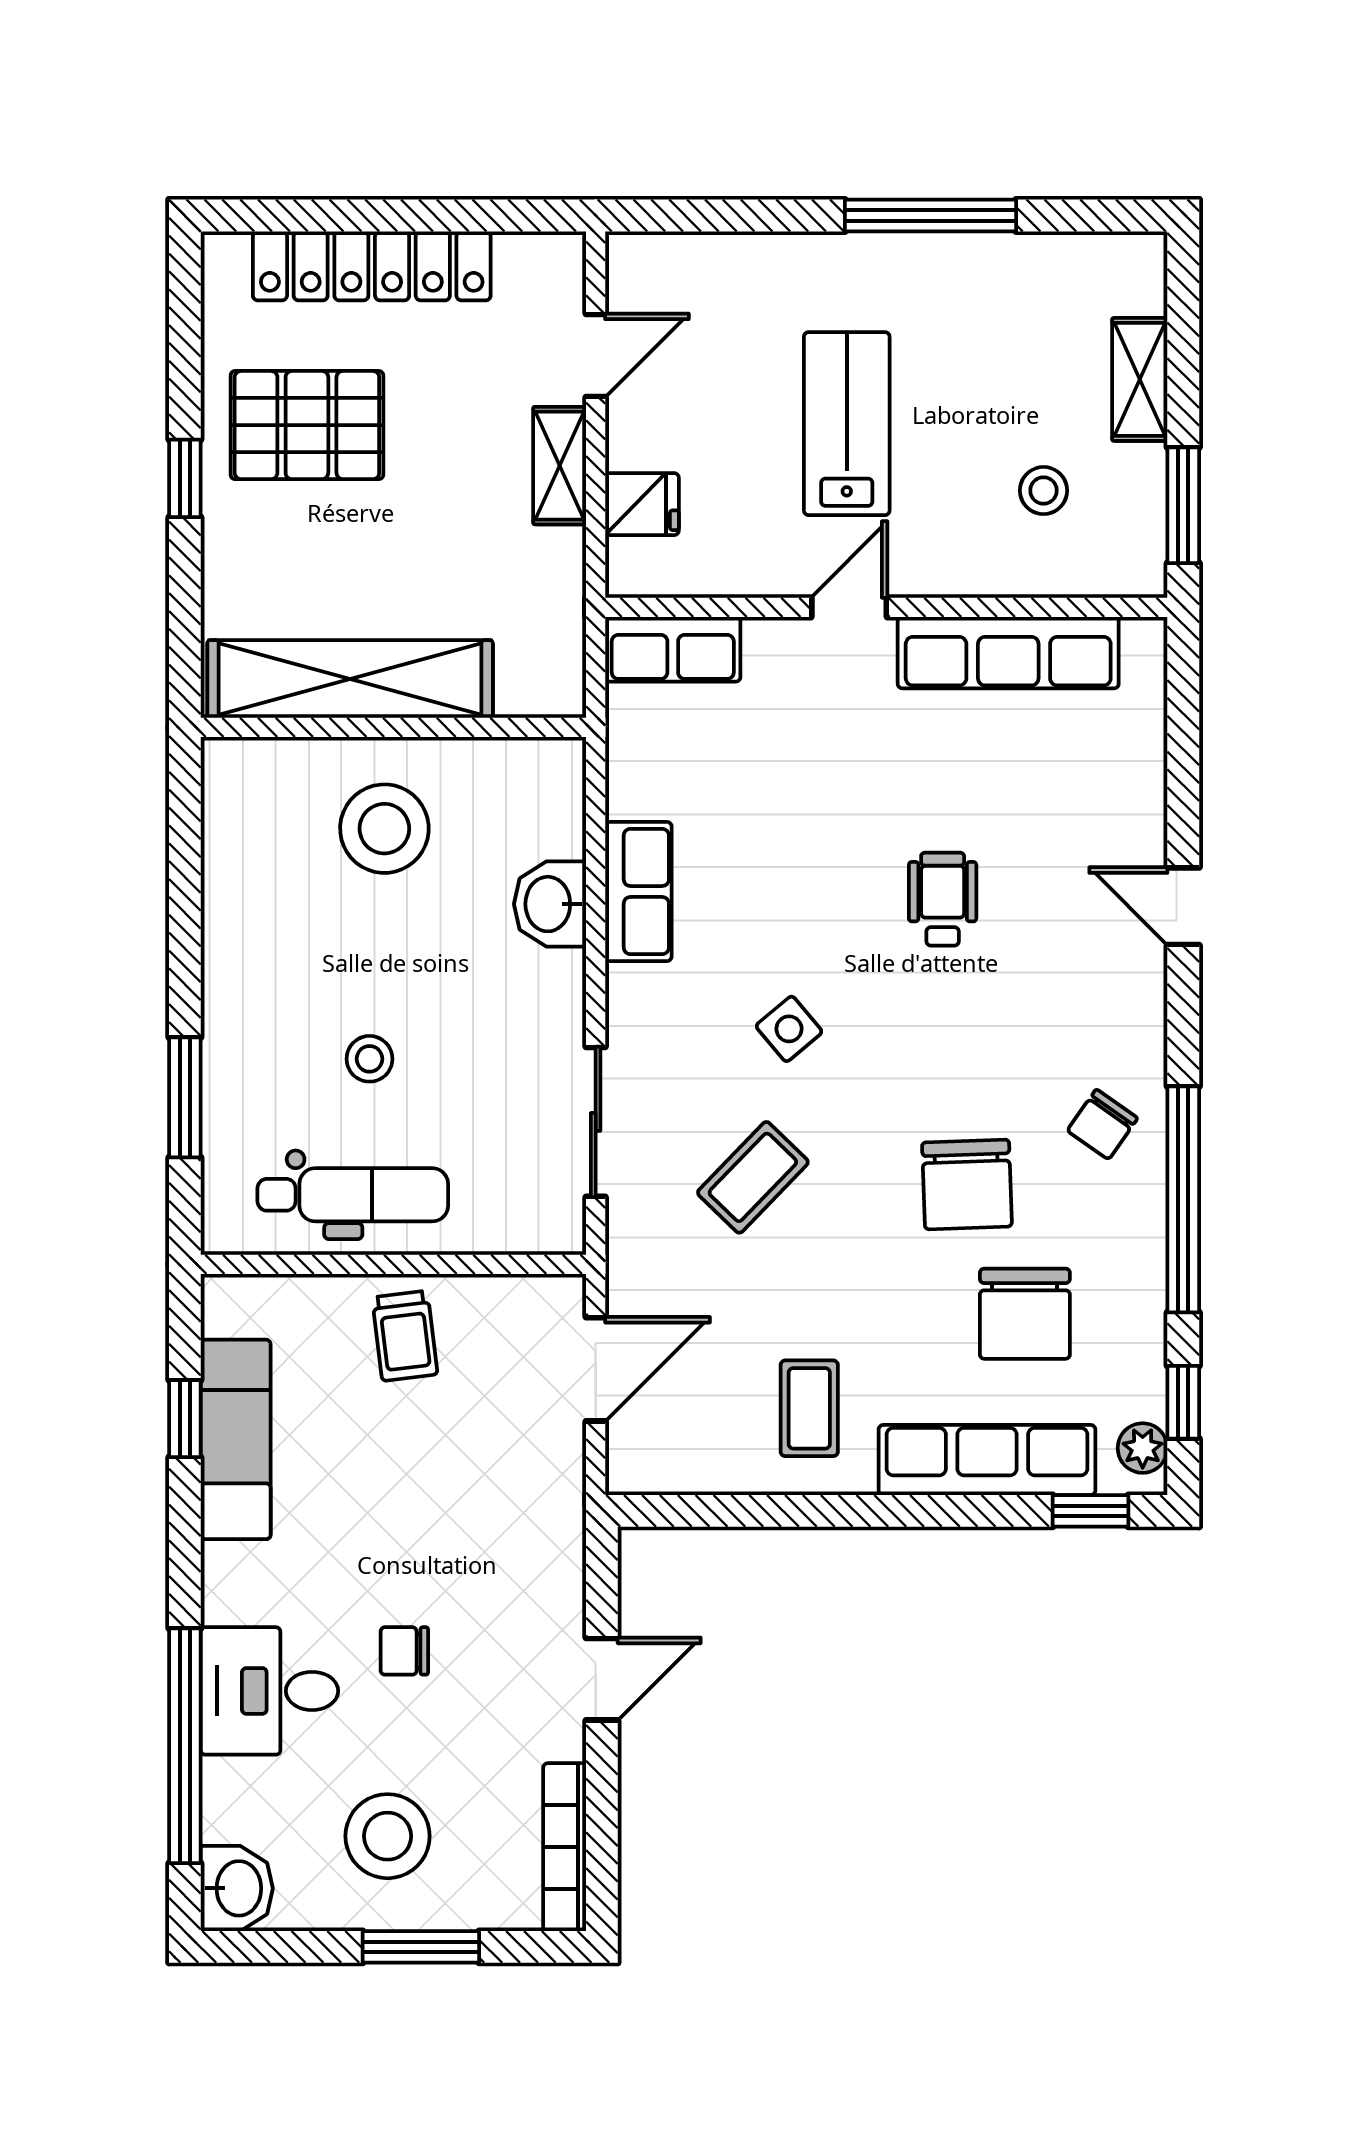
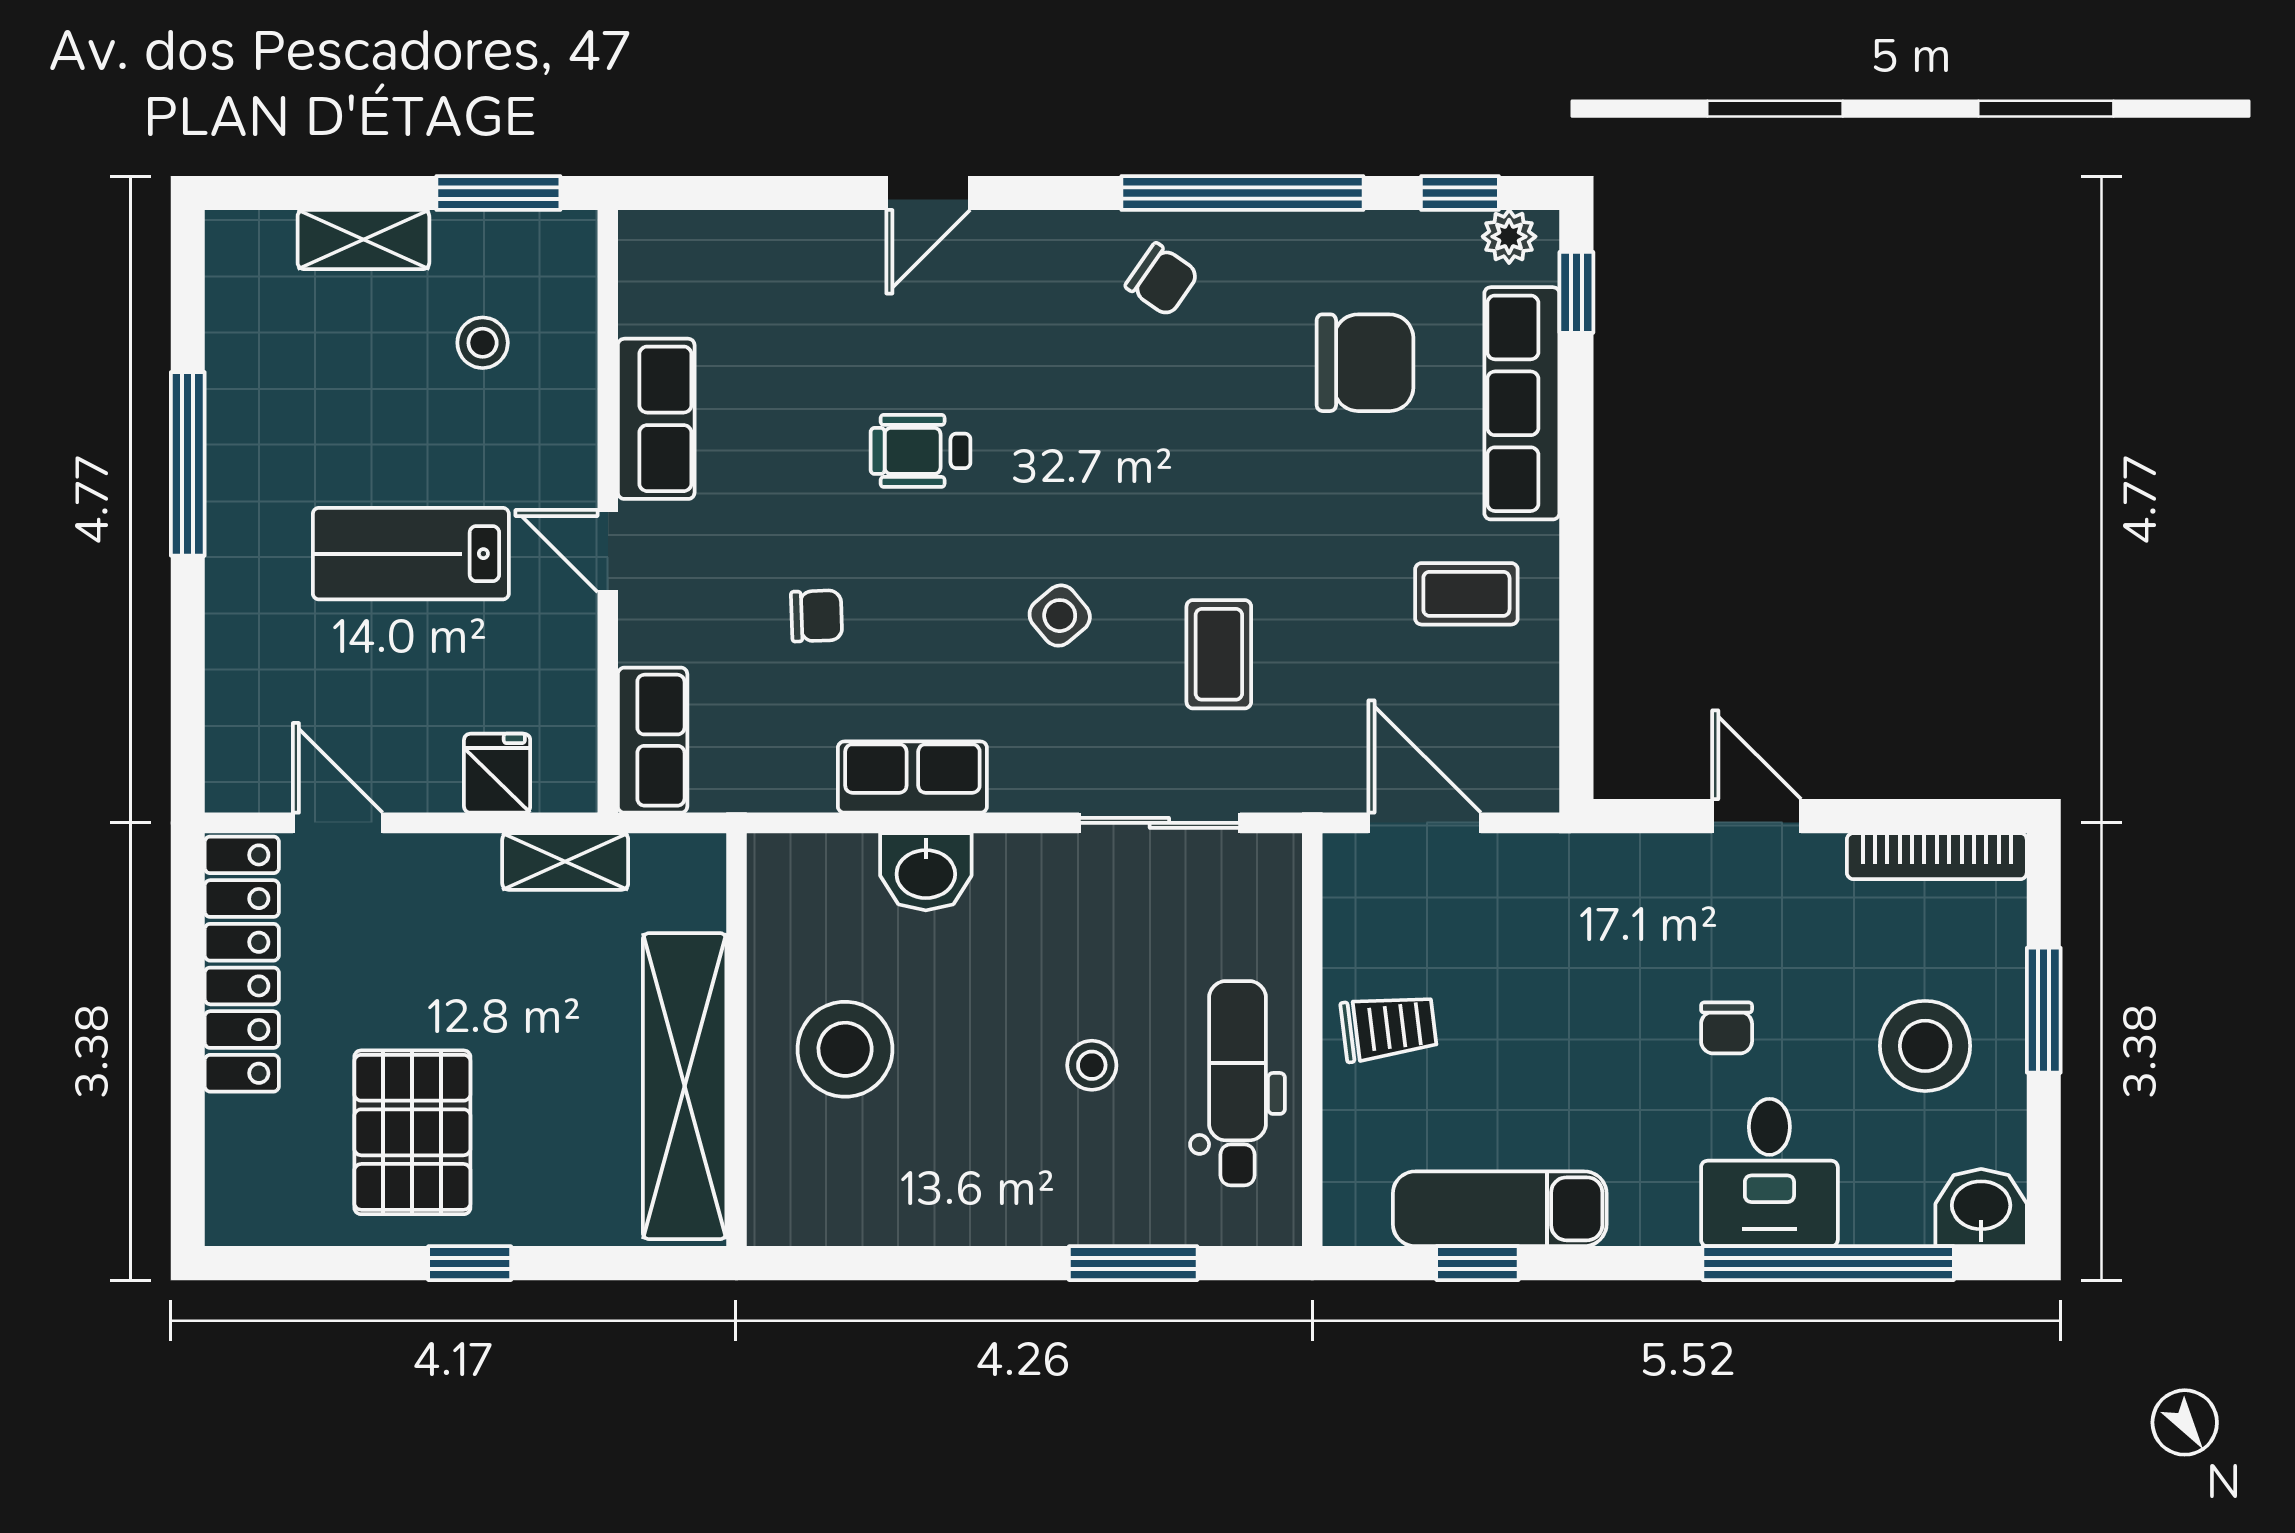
locker: (372, 266) -> (242, 964), moved
shelving: (560, 466) -> (565, 861), moved
row of seats: (1008, 653) -> (656, 419), width x0.68
coffee table: (753, 1177) -> (1219, 654), turned 46
chair: (967, 1184) -> (817, 616), moved, width x0.54, depth x0.54

